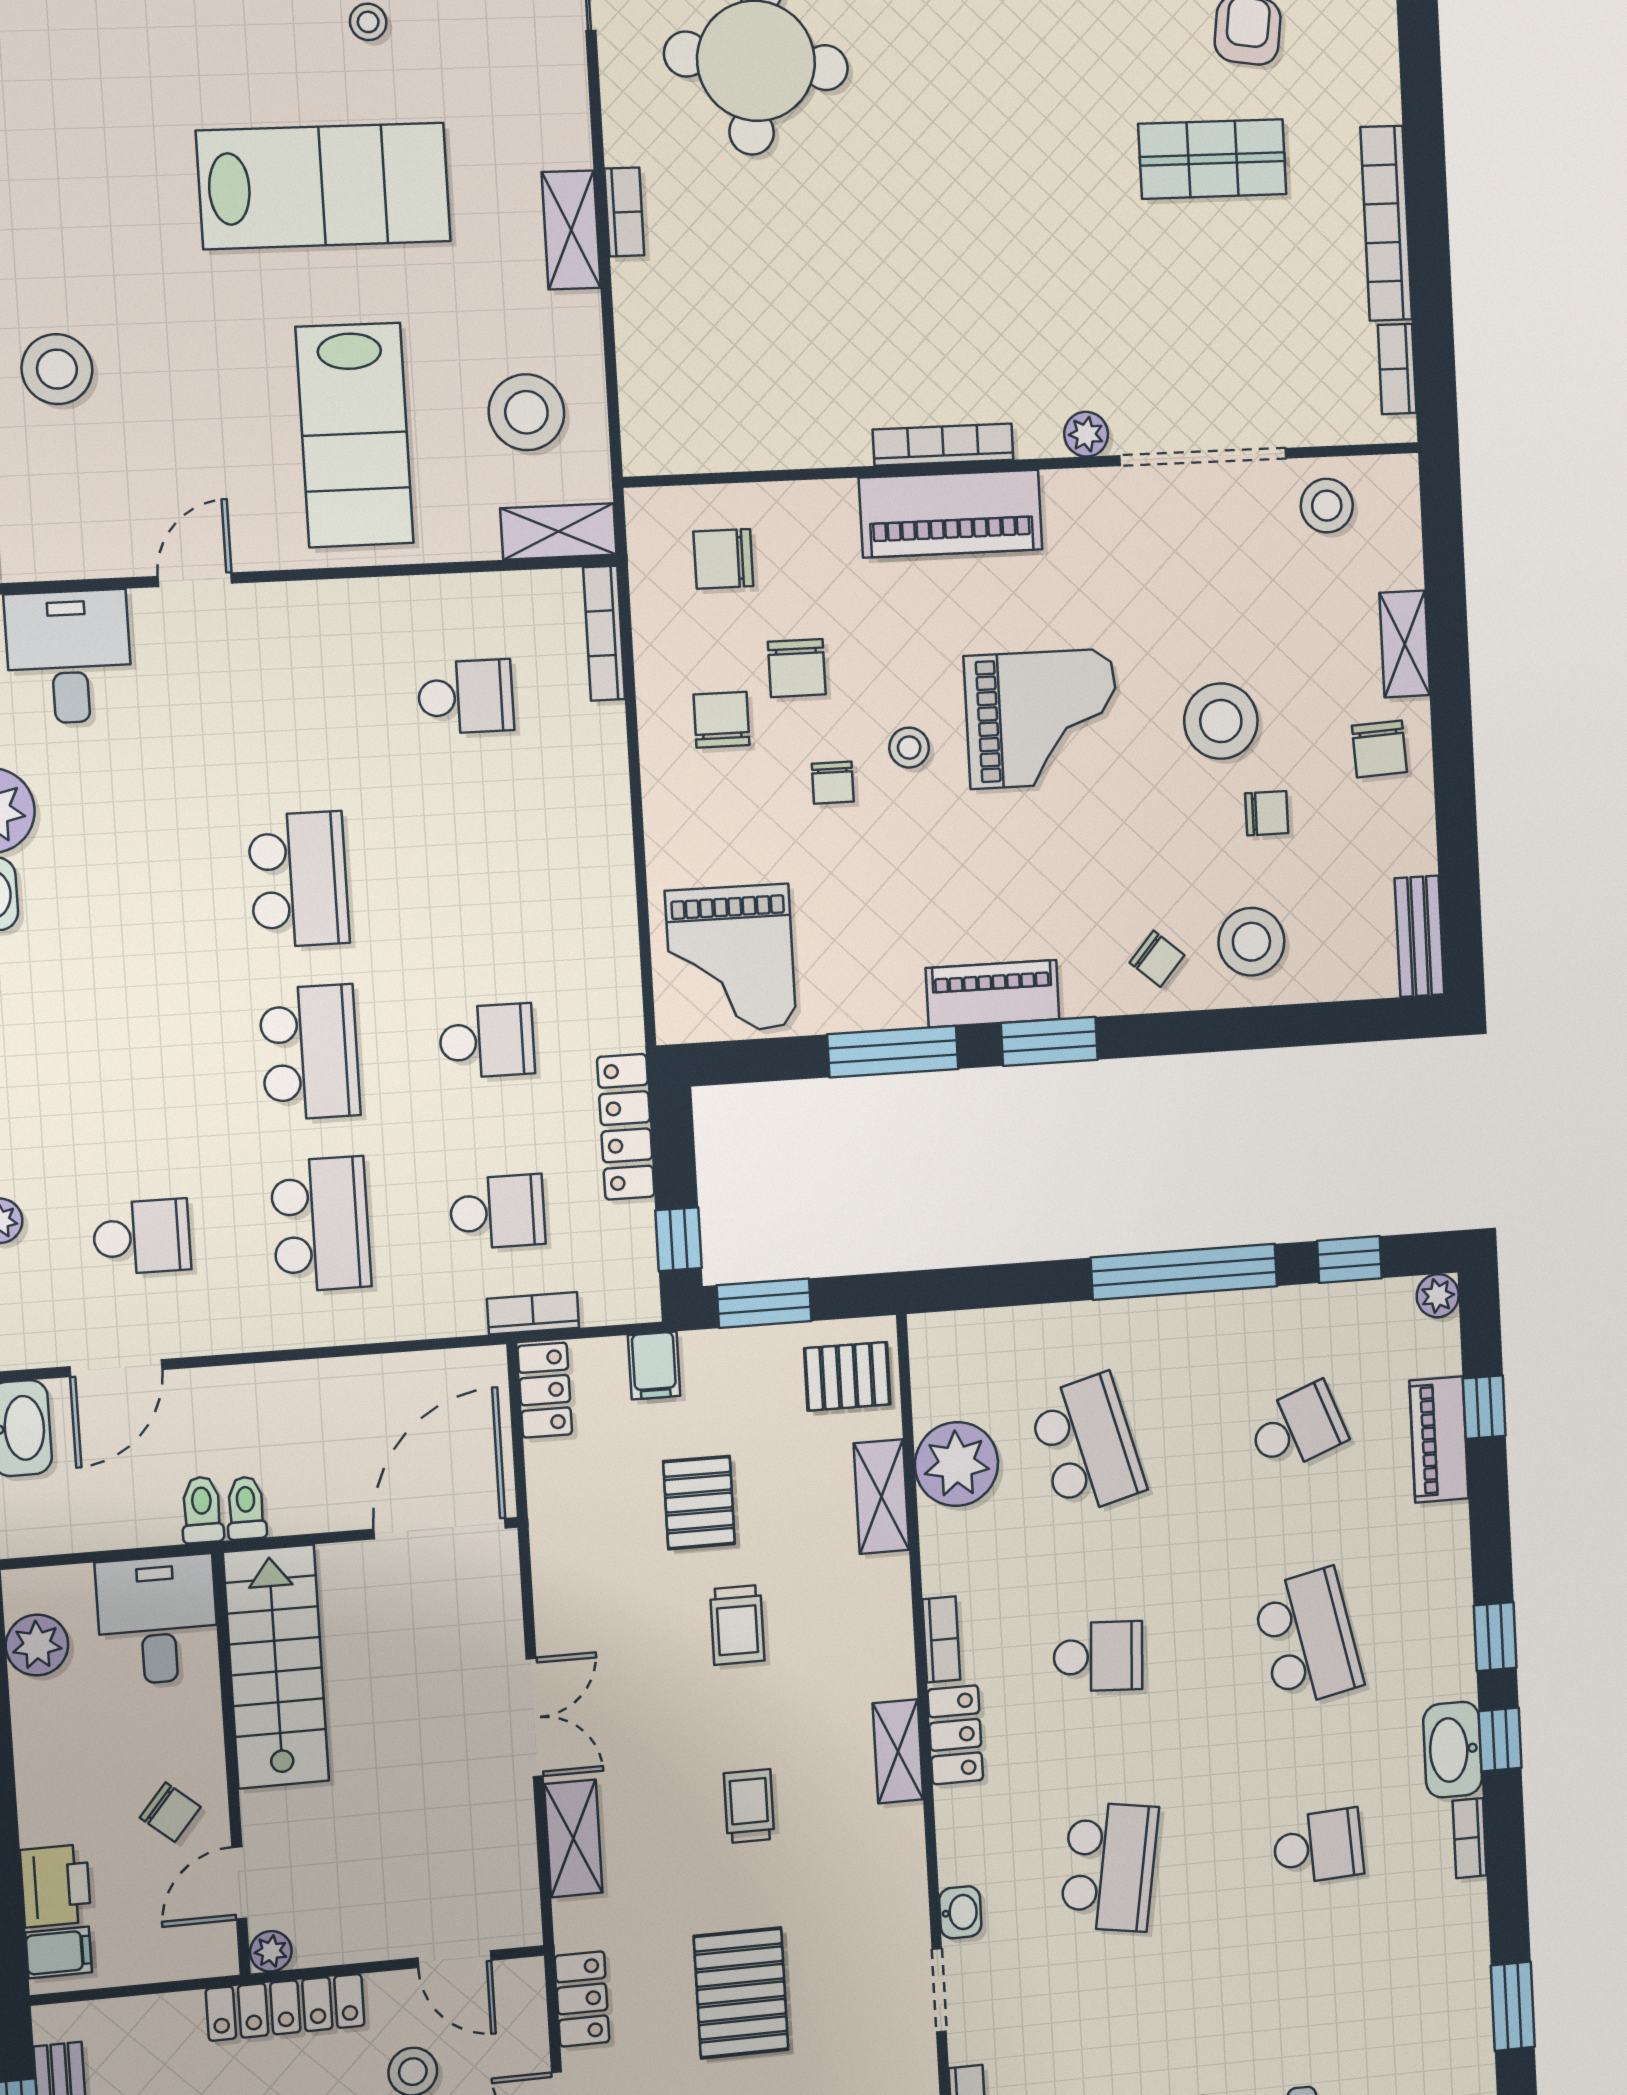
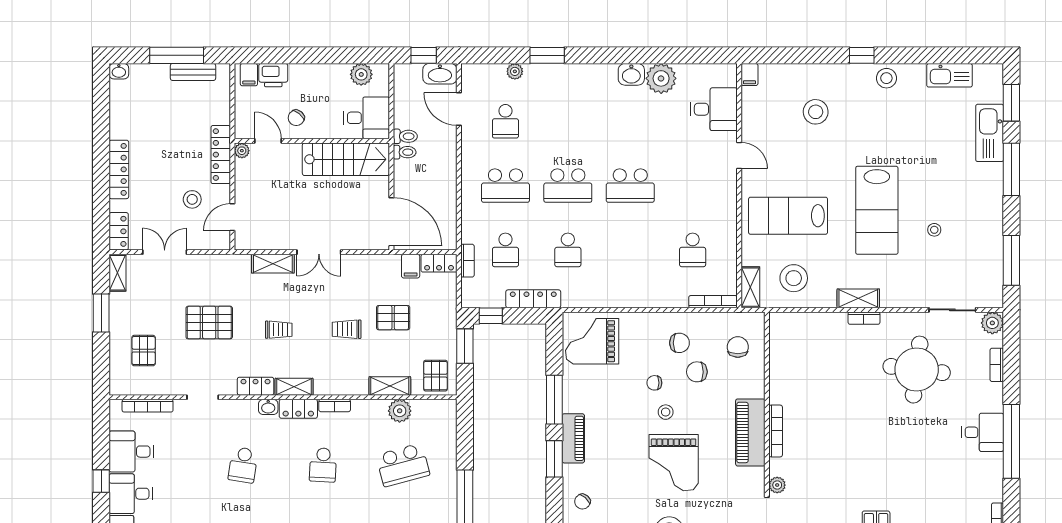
filing cabinet: (654, 1366) -> (411, 266), moved, turned -90
plant: (957, 1464) -> (400, 411), width x0.73, depth x0.73
school desk: (1109, 1867) -> (243, 465), width x0.54
washbasin: (960, 1912) -> (268, 407), moved
locker: (582, 1999) -> (256, 386), moved, turned 180

